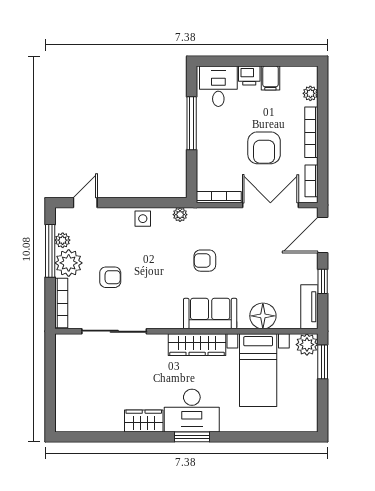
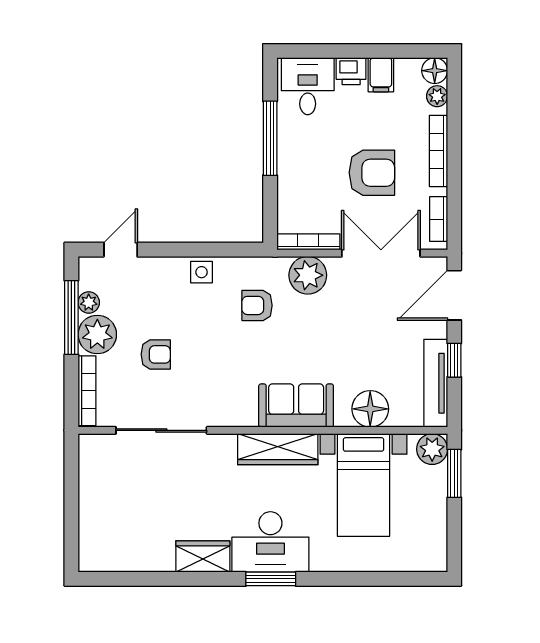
floor lamp: (309, 75) -> (435, 71), added
armchair: (264, 148) -> (372, 173), turned -90
plant: (180, 215) -> (308, 275), moved, width x1.88, depth x1.88
armchair: (205, 261) -> (257, 305), moved
tv unit: (309, 307) -> (436, 383), width x1.41

